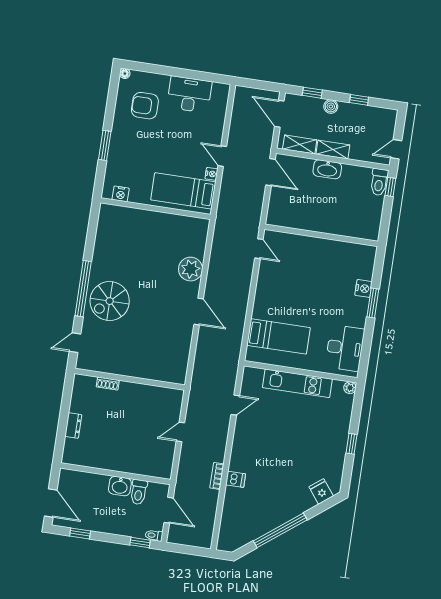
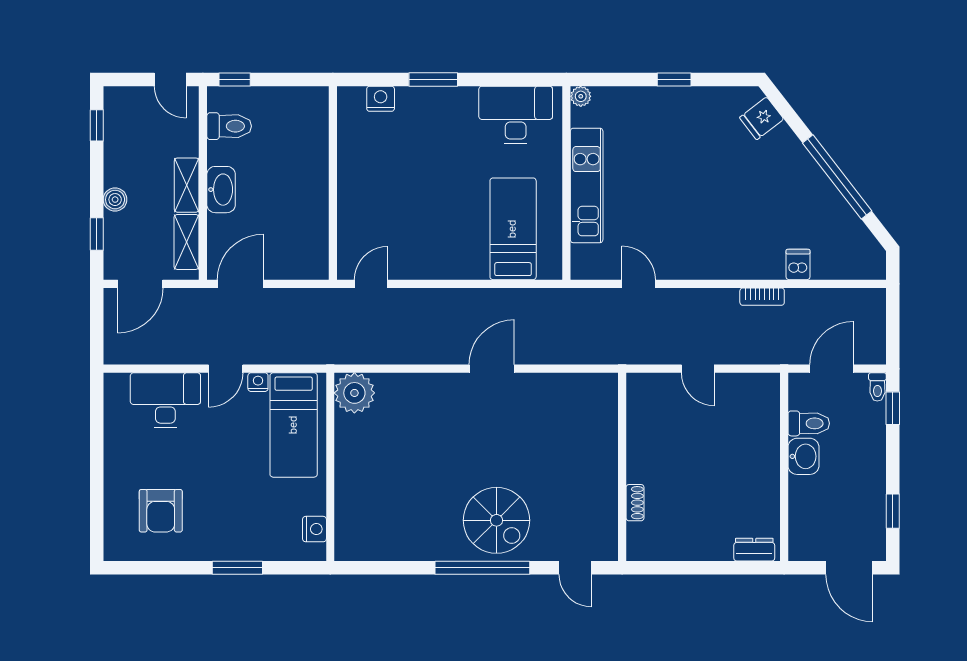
floor lamp: (125, 74) -> (112, 552), removed
desk: (189, 94) -> (165, 400), moved, turned 90
window: (359, 100) -> (97, 125), moved
toilet: (379, 182) -> (229, 126), moved
plant: (191, 269) -> (354, 393), moved
nightstand: (363, 288) -> (381, 99), moved
dresser: (73, 426) -> (754, 550), moved
dishwasher: (236, 479) -> (798, 265), moved
door: (51, 503) -> (849, 568), swing flipped

